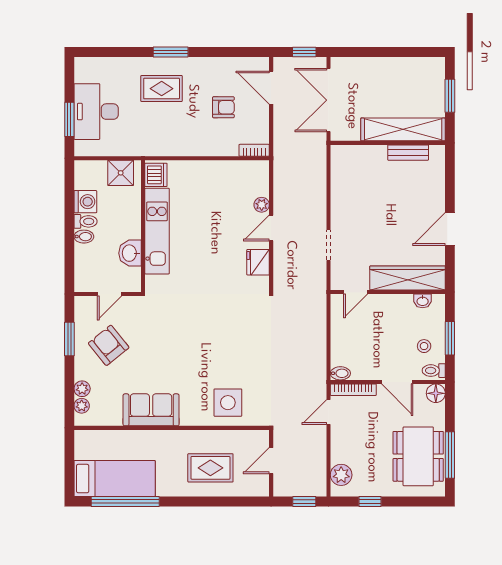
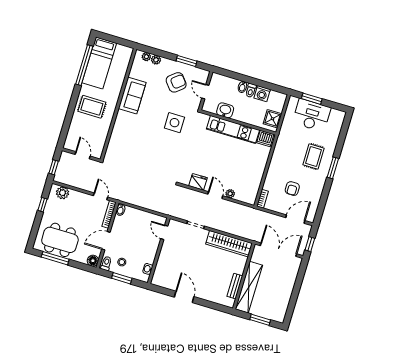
wardrobe: (408, 278) -> (229, 244), moved, turned 90
side table: (228, 403) -> (174, 123), moved
rug: (210, 468) -> (92, 107), moved, turned 90

